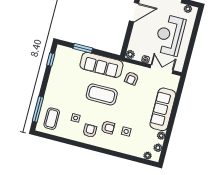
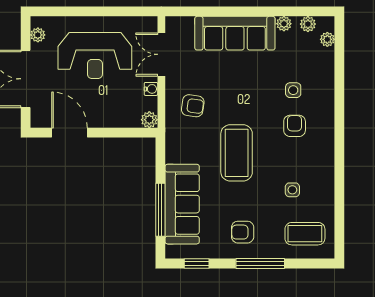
window: (83, 48) -> (160, 210), width x1.44
sofa: (101, 65) -> (182, 204), moved
window: (38, 109) -> (260, 264), moved
armchair: (90, 131) -> (243, 232), moved

